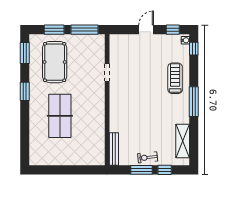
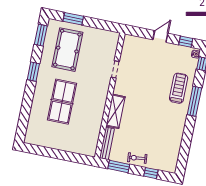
window: (84, 30) -> (102, 25), removed
window: (194, 102) -> (194, 101), moved
shelving: (183, 141) -> (116, 111), moved
window: (142, 170) -> (119, 167), moved

